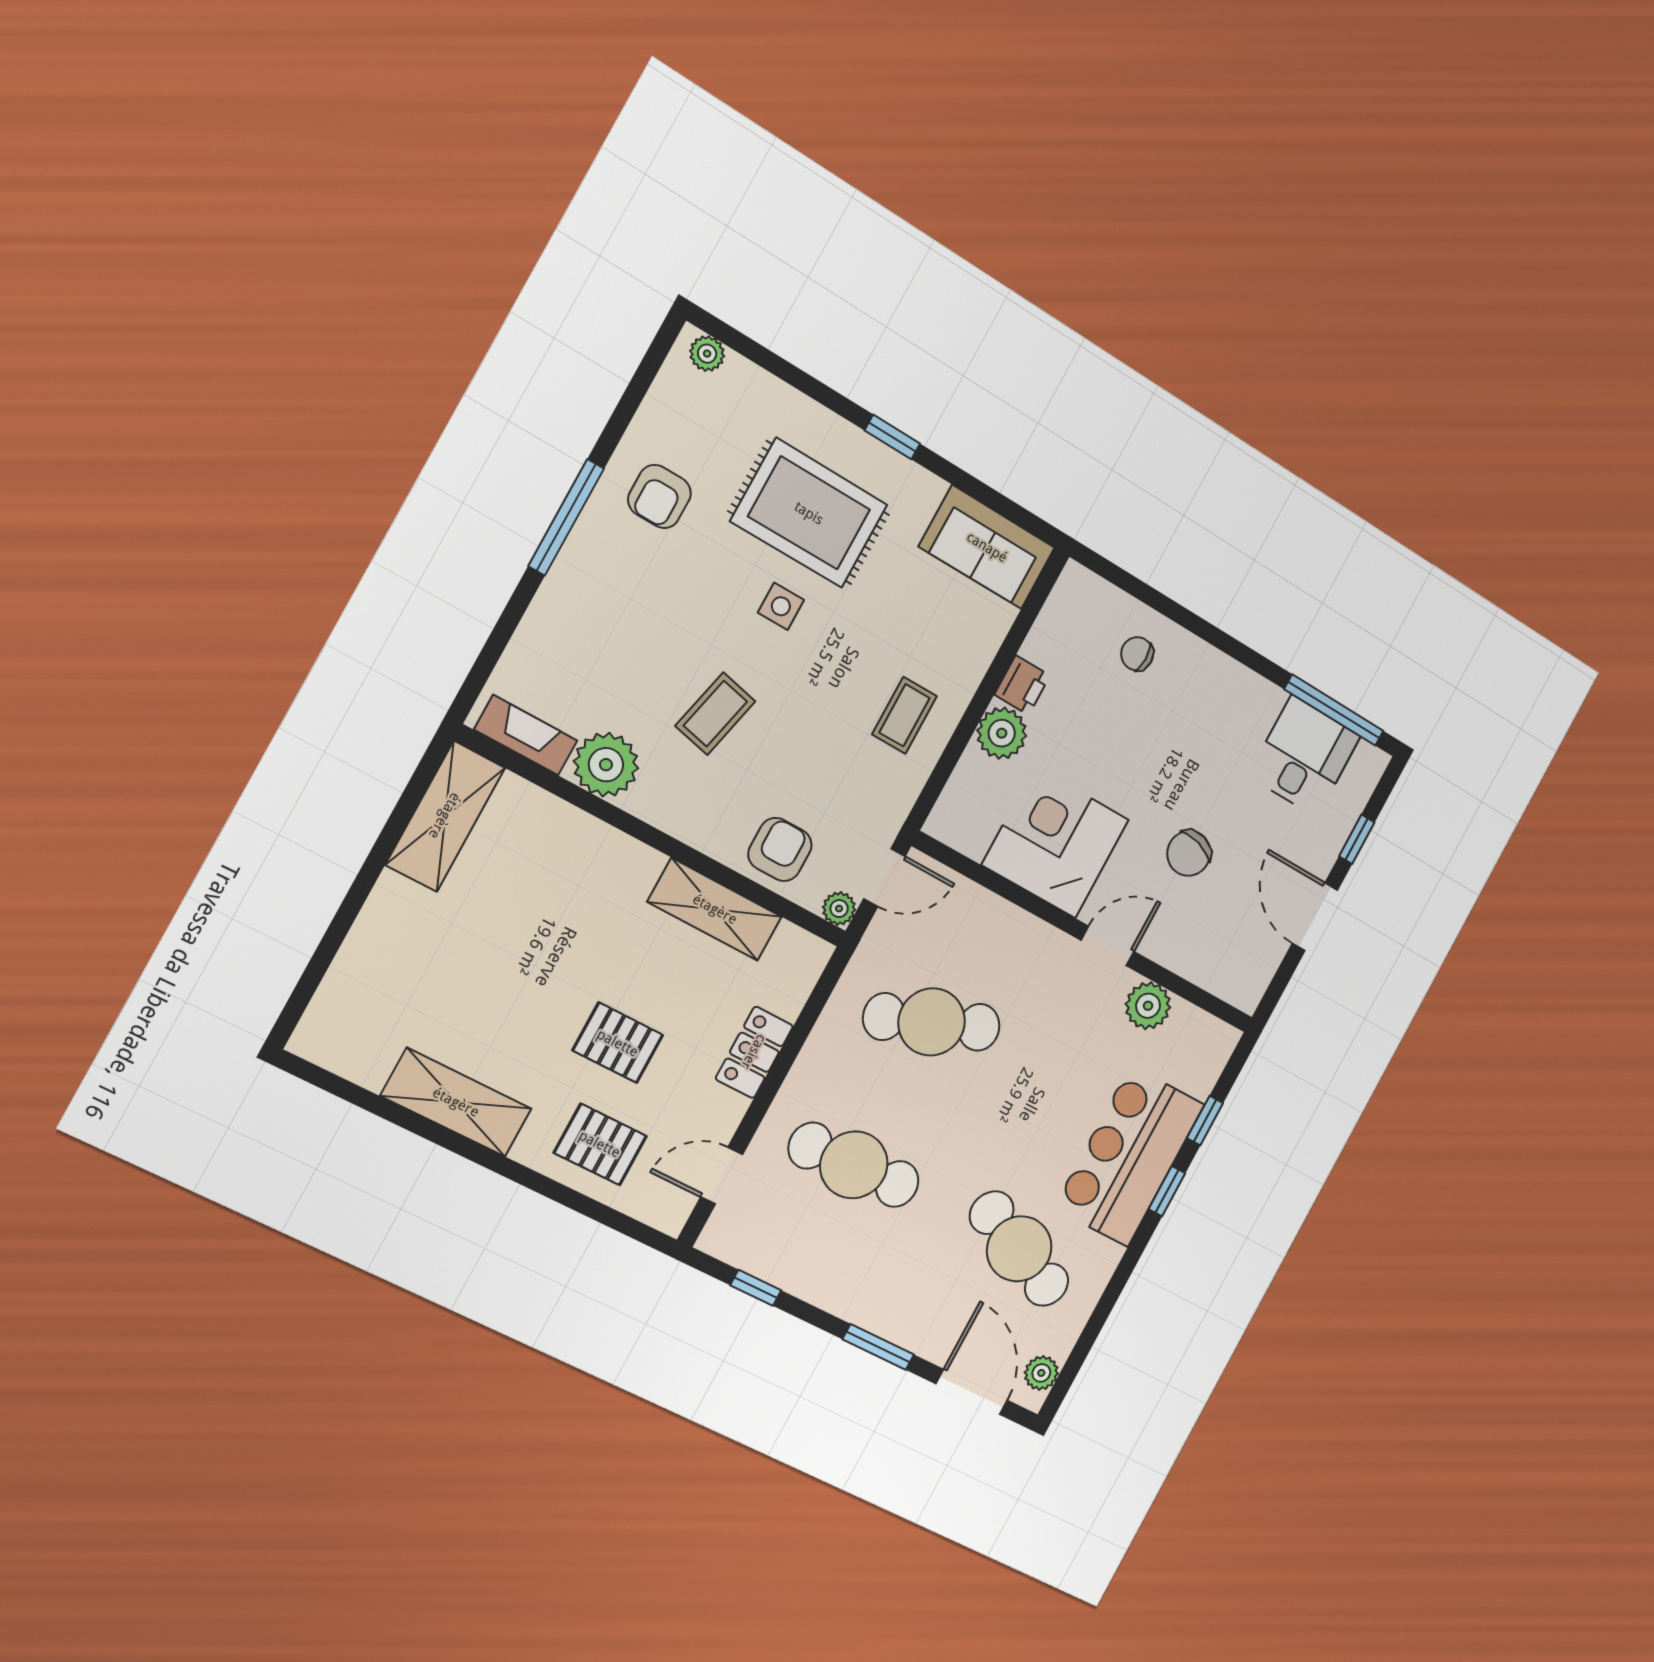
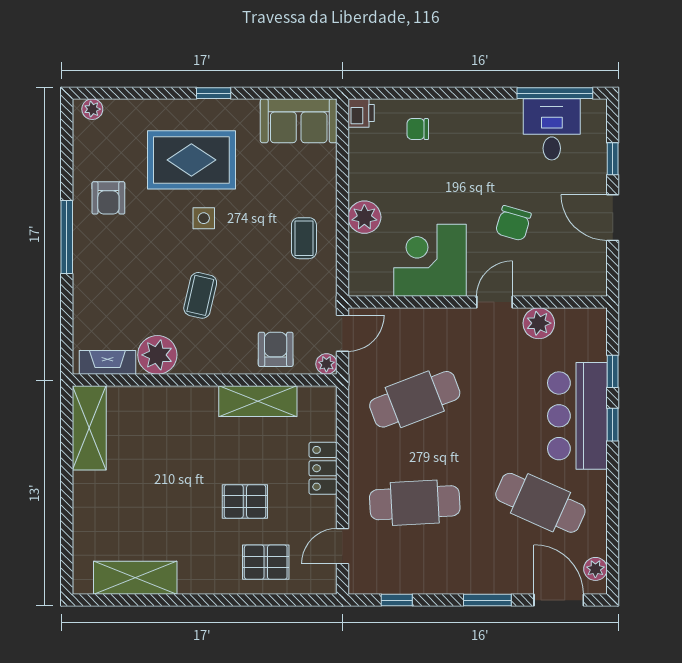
printer: (1022, 685) -> (361, 113), moved
shelving: (456, 1102) -> (135, 578), moved

